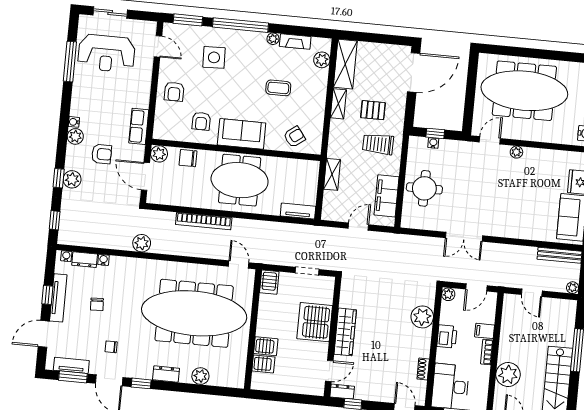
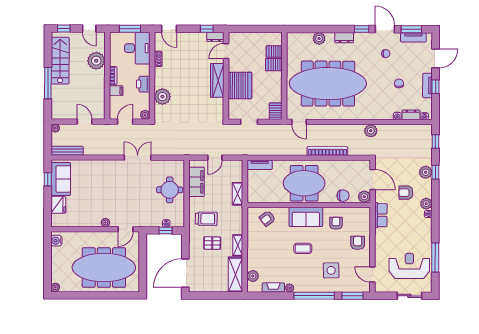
coffee table: (278, 88) -> (303, 248), moved
tv unit: (58, 298) -> (427, 85), width x0.71

